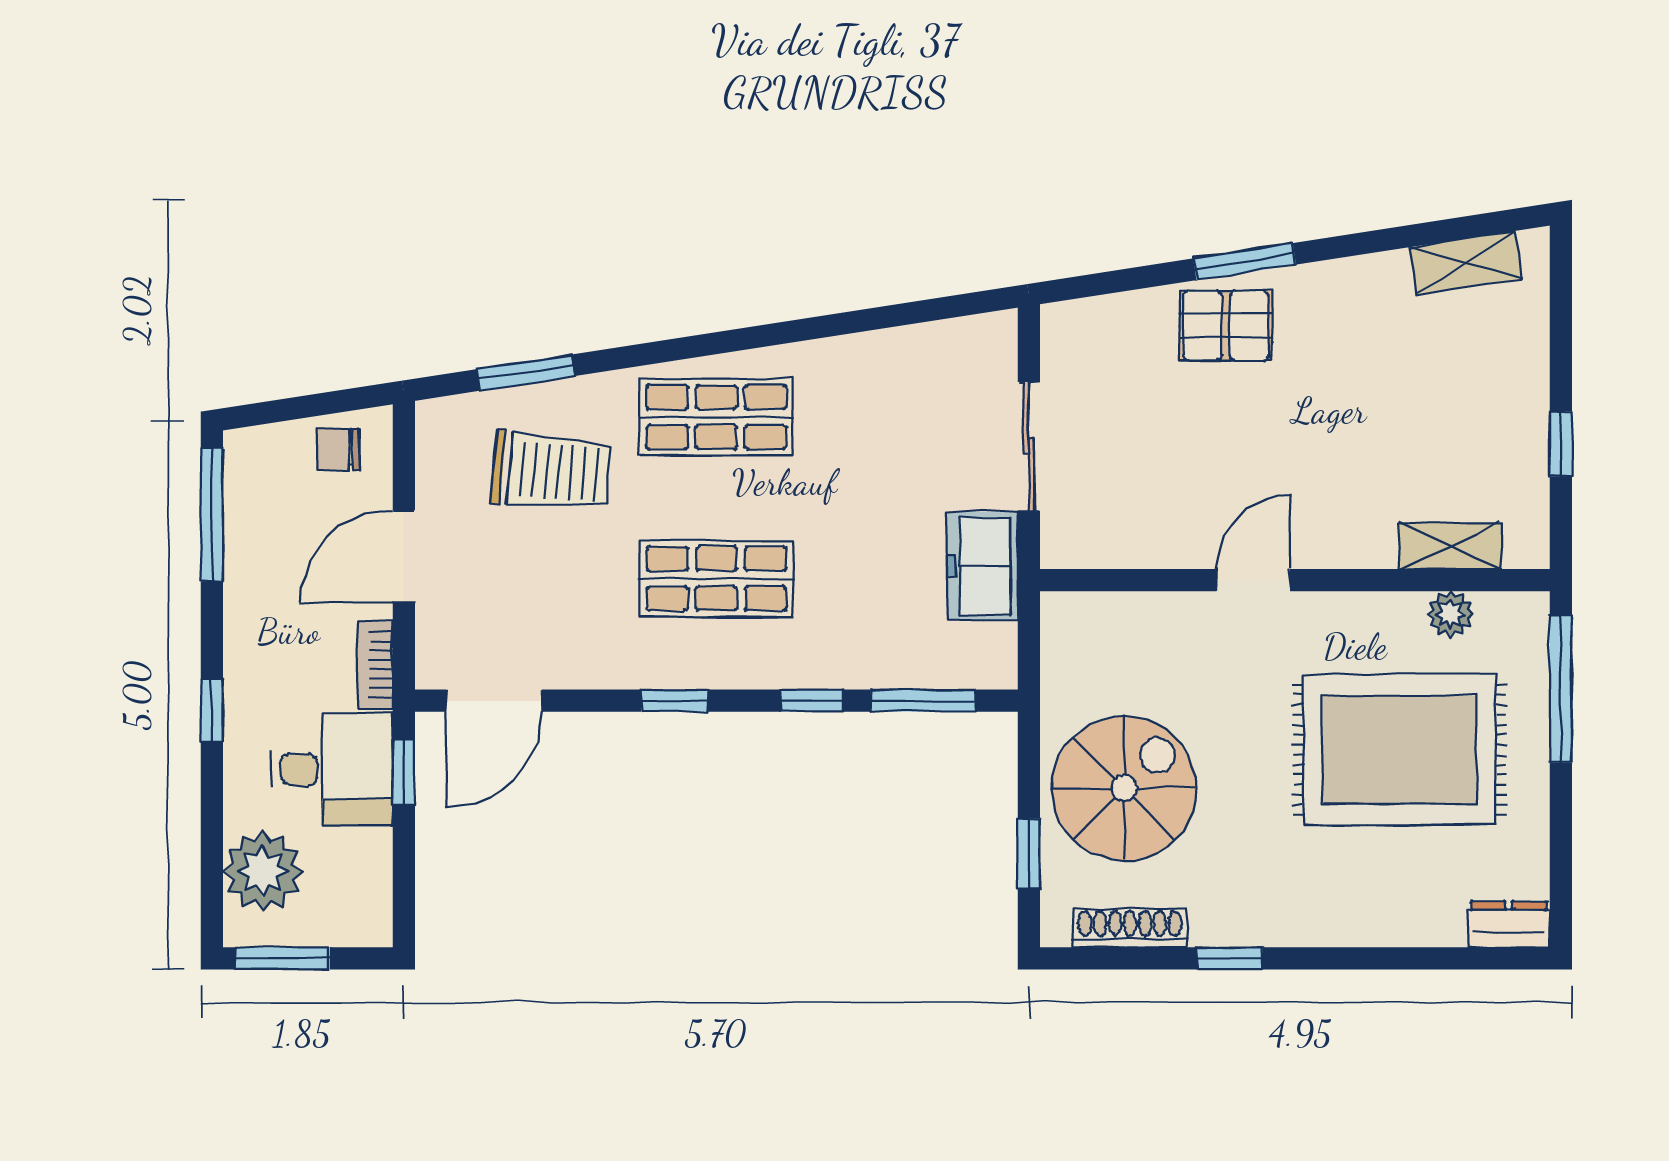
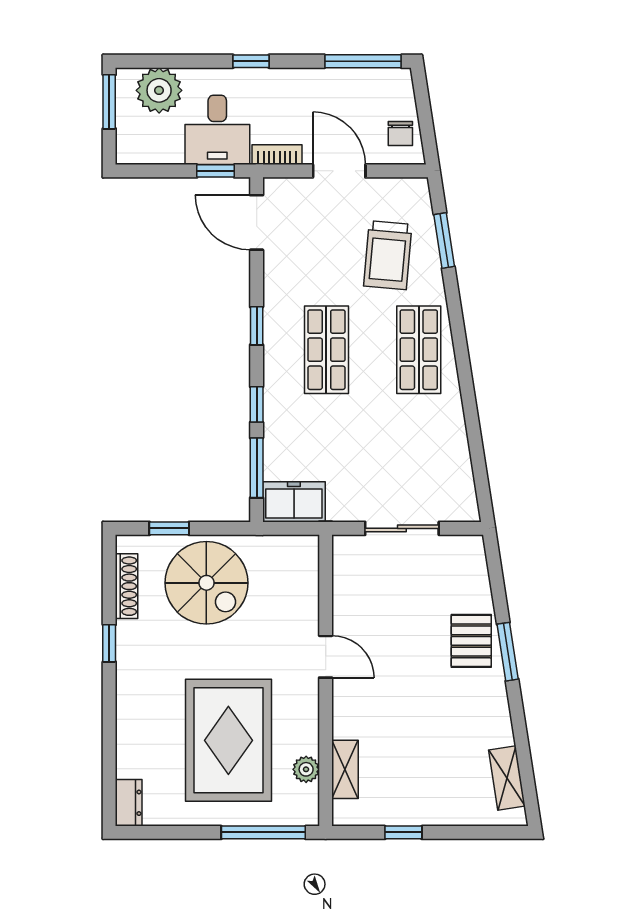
chair: (338, 449) -> (400, 134), turned 180
freezer: (983, 566) -> (294, 502), moved

